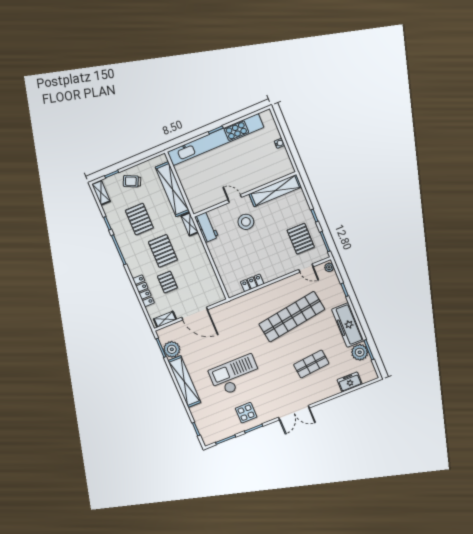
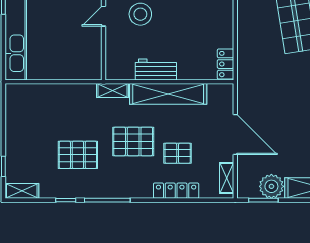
trolley: (132, 181) -> (24, 143), removed
shelving: (172, 189) -> (168, 94), moved
workbench: (207, 227) -> (156, 69), moved
locker: (252, 283) -> (226, 64), moved
door: (195, 314) -> (235, 135), hinge flipped

